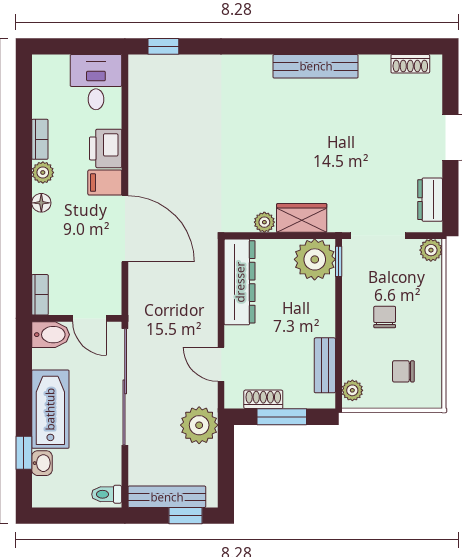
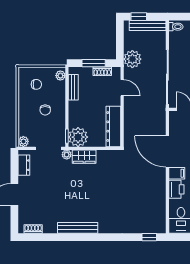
plant: (264, 222) -> (67, 155), moved

